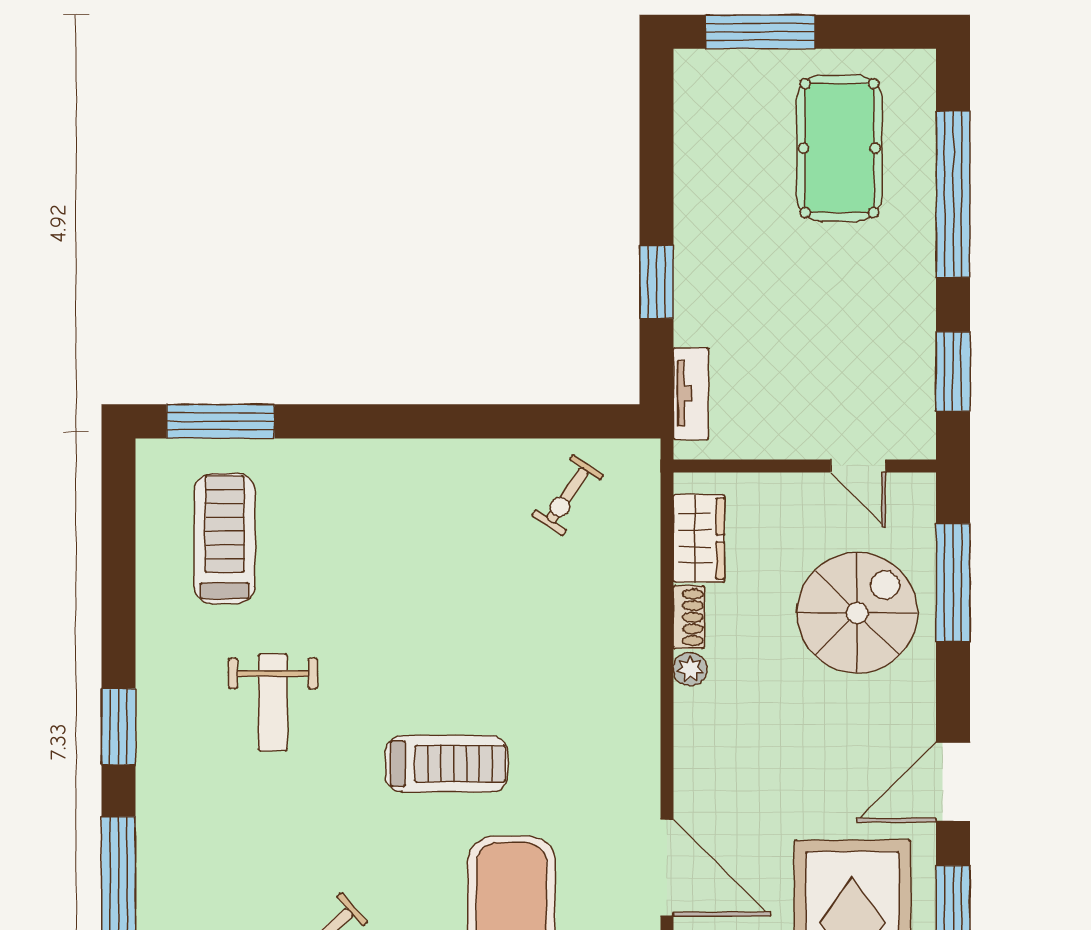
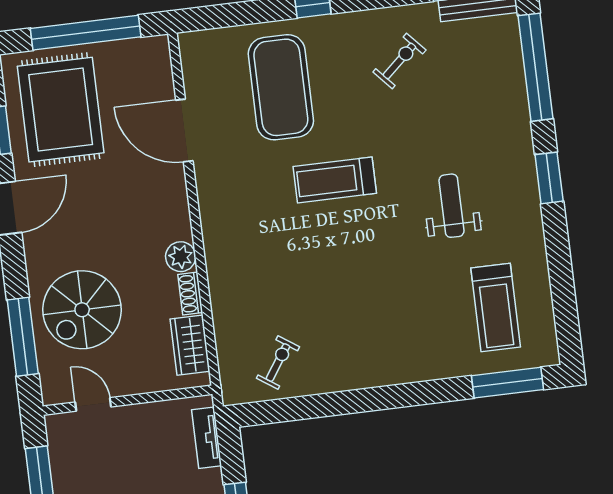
plant: (690, 669) -> (181, 257), width x1.38, depth x1.38

